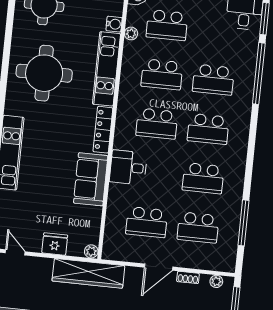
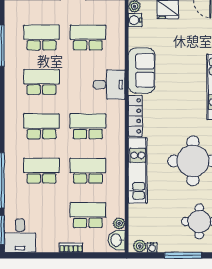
water cooler: (114, 24) -> (135, 20), moved
plant: (131, 33) -> (119, 223), moved

